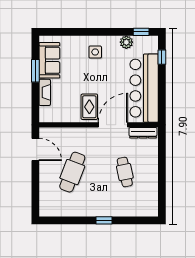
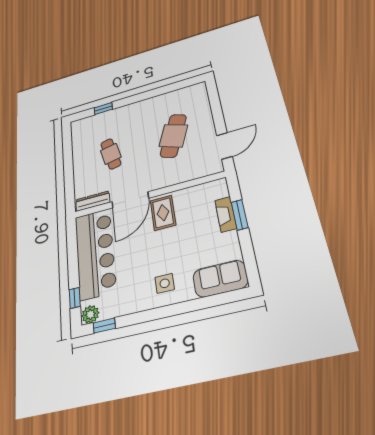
plant: (126, 42) -> (90, 314), moved
sofa: (49, 60) -> (220, 279), moved, turned 90
window: (35, 71) -> (240, 215), moved
door: (35, 150) -> (224, 146), swing flipped
window: (104, 220) -> (103, 108), moved

